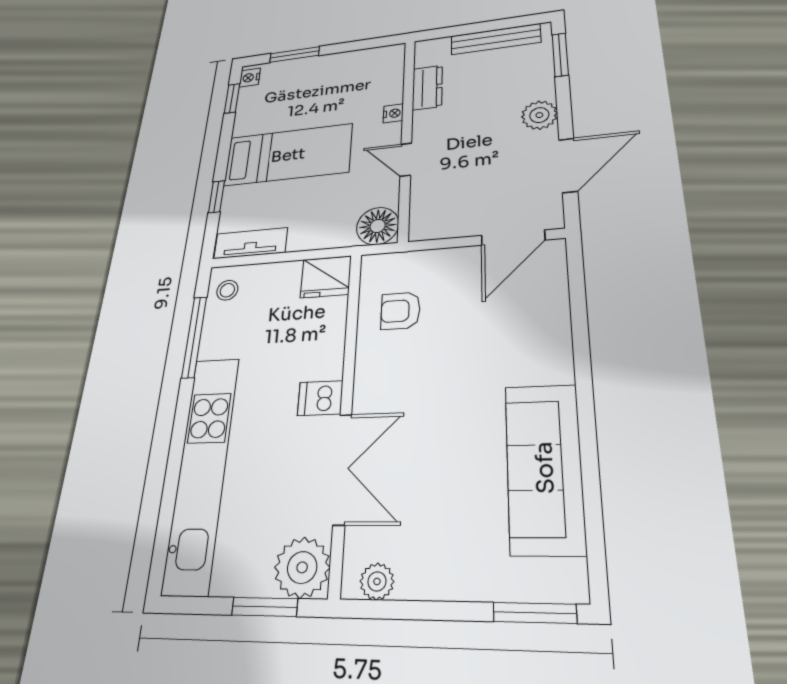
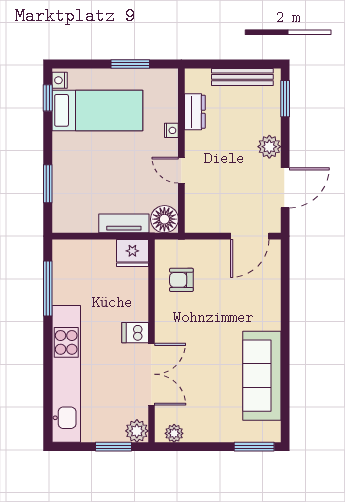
window: (294, 55) -> (130, 64), moved
bed: (288, 155) -> (97, 110), moved
window: (216, 197) -> (48, 184), width x1.50
tv unit: (251, 243) -> (124, 223), moved
stool: (227, 290) -> (66, 257), removed
plant: (302, 567) -> (137, 431), width x0.73, depth x0.73

